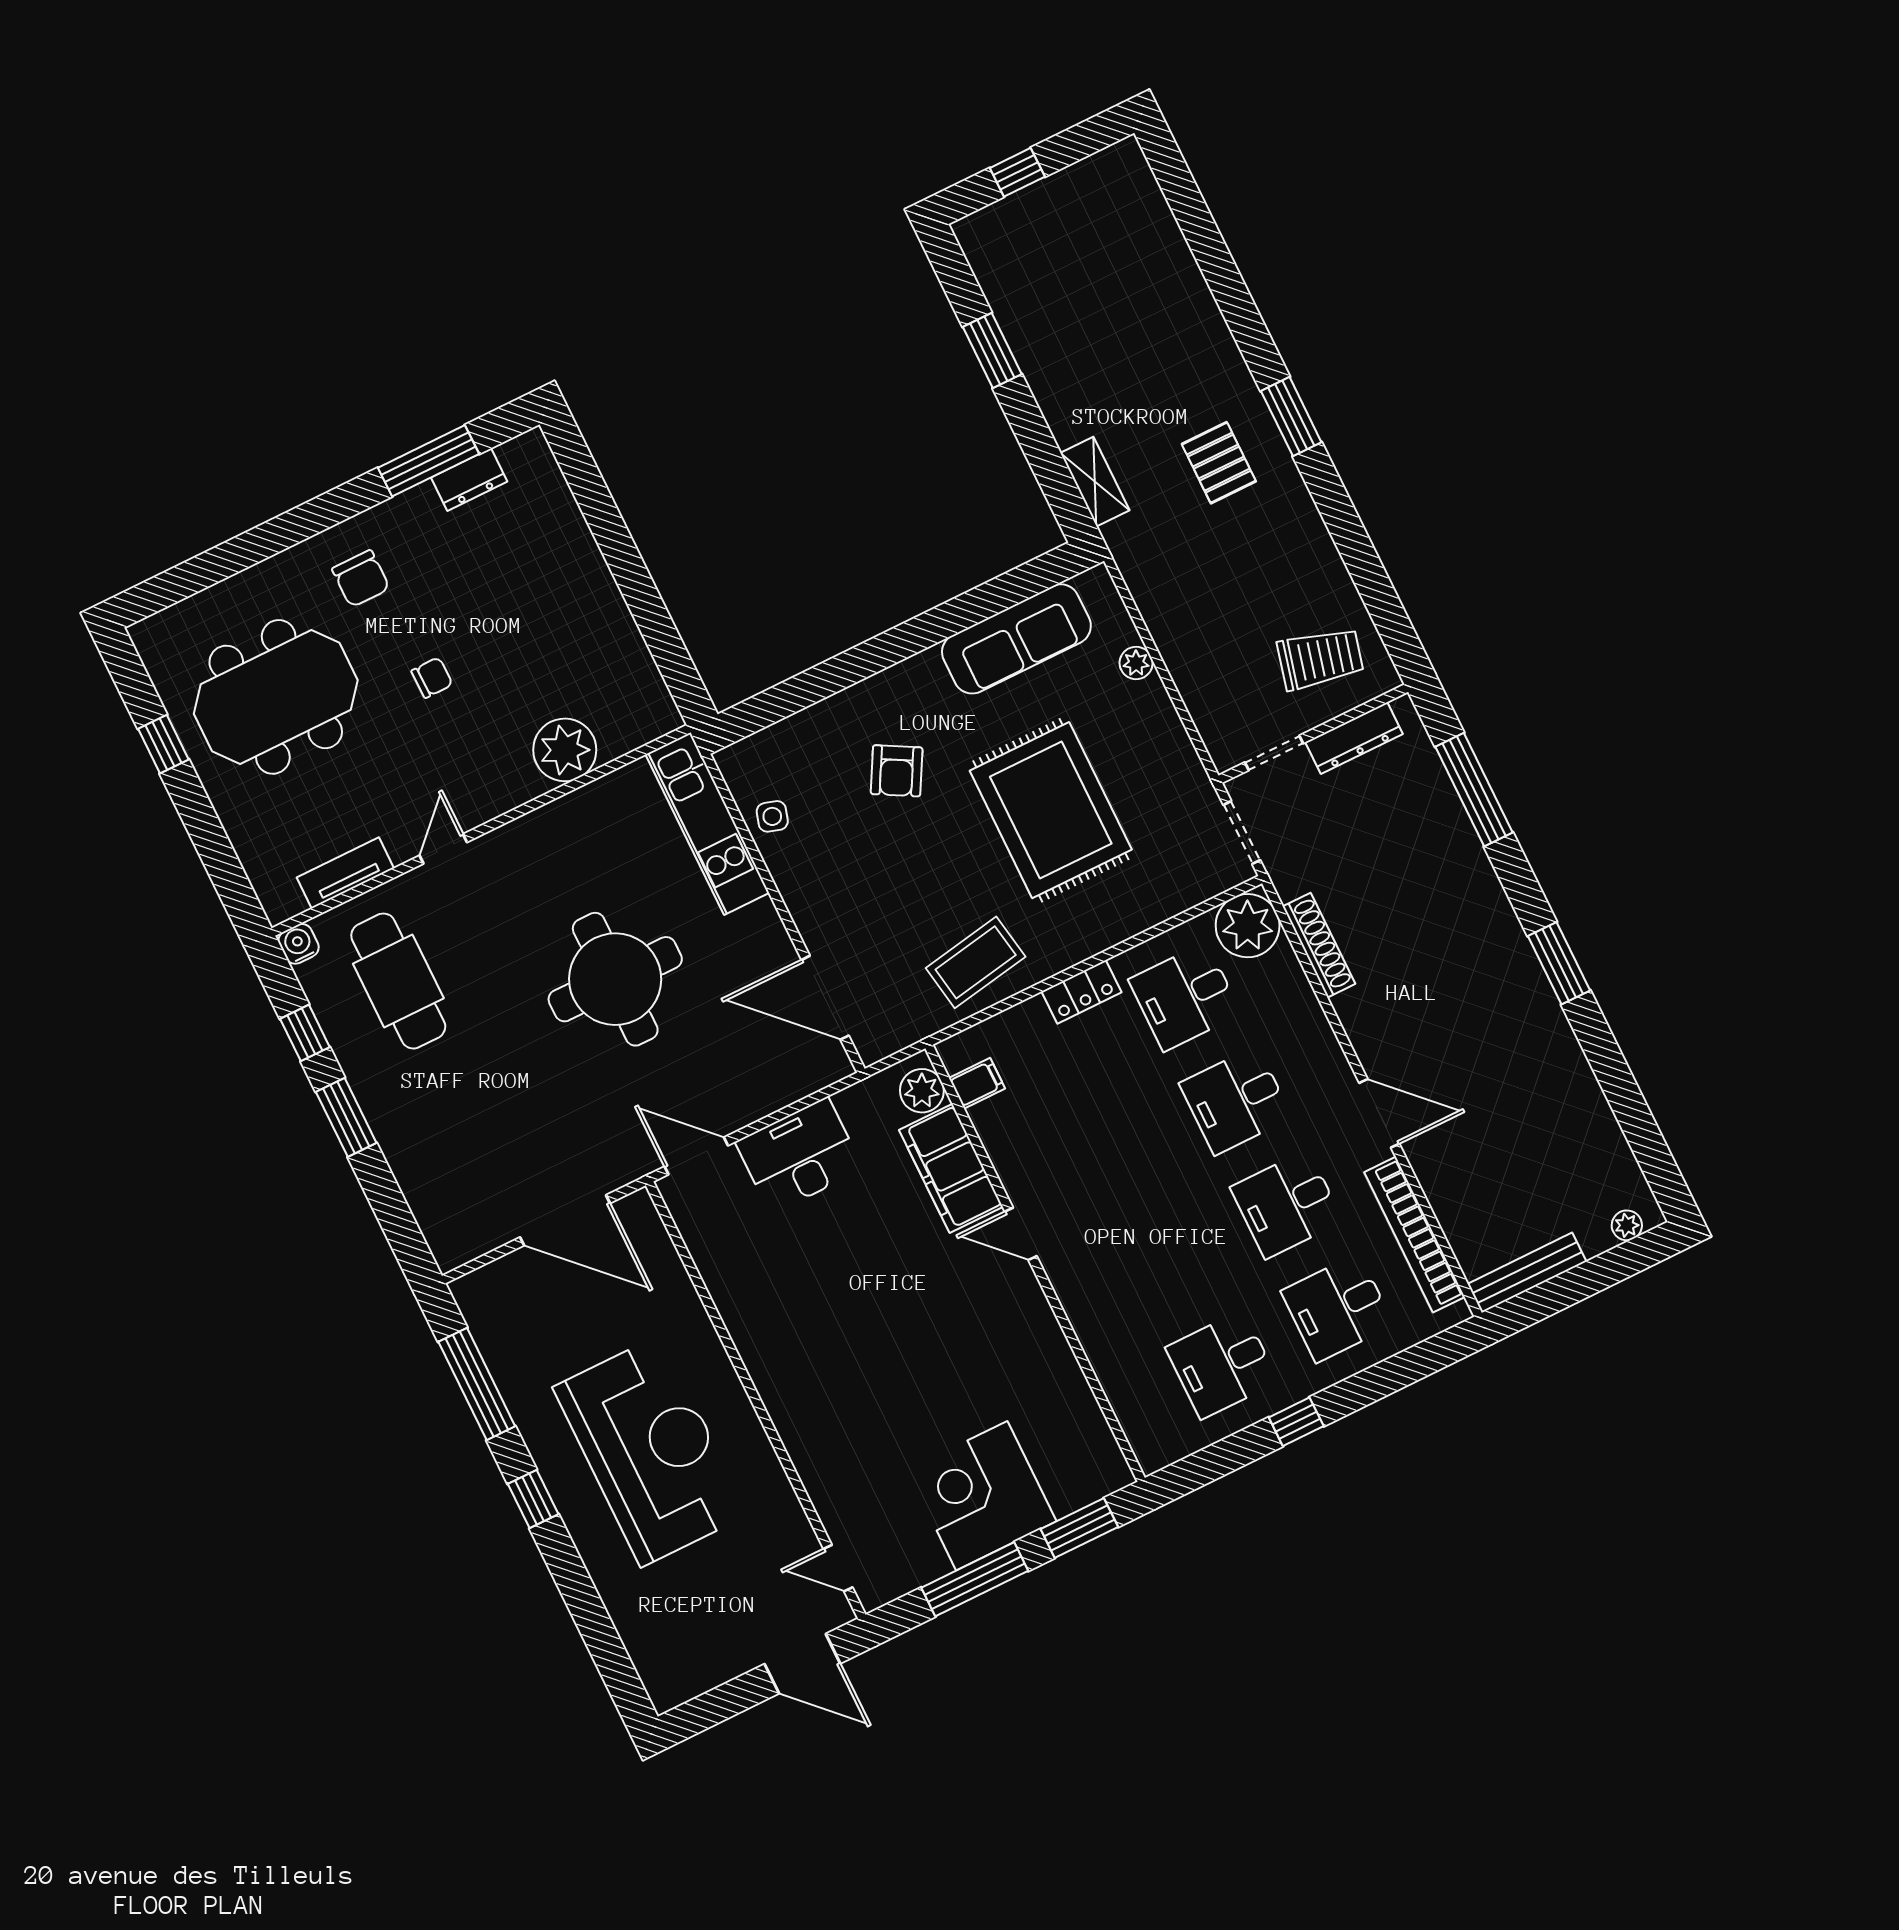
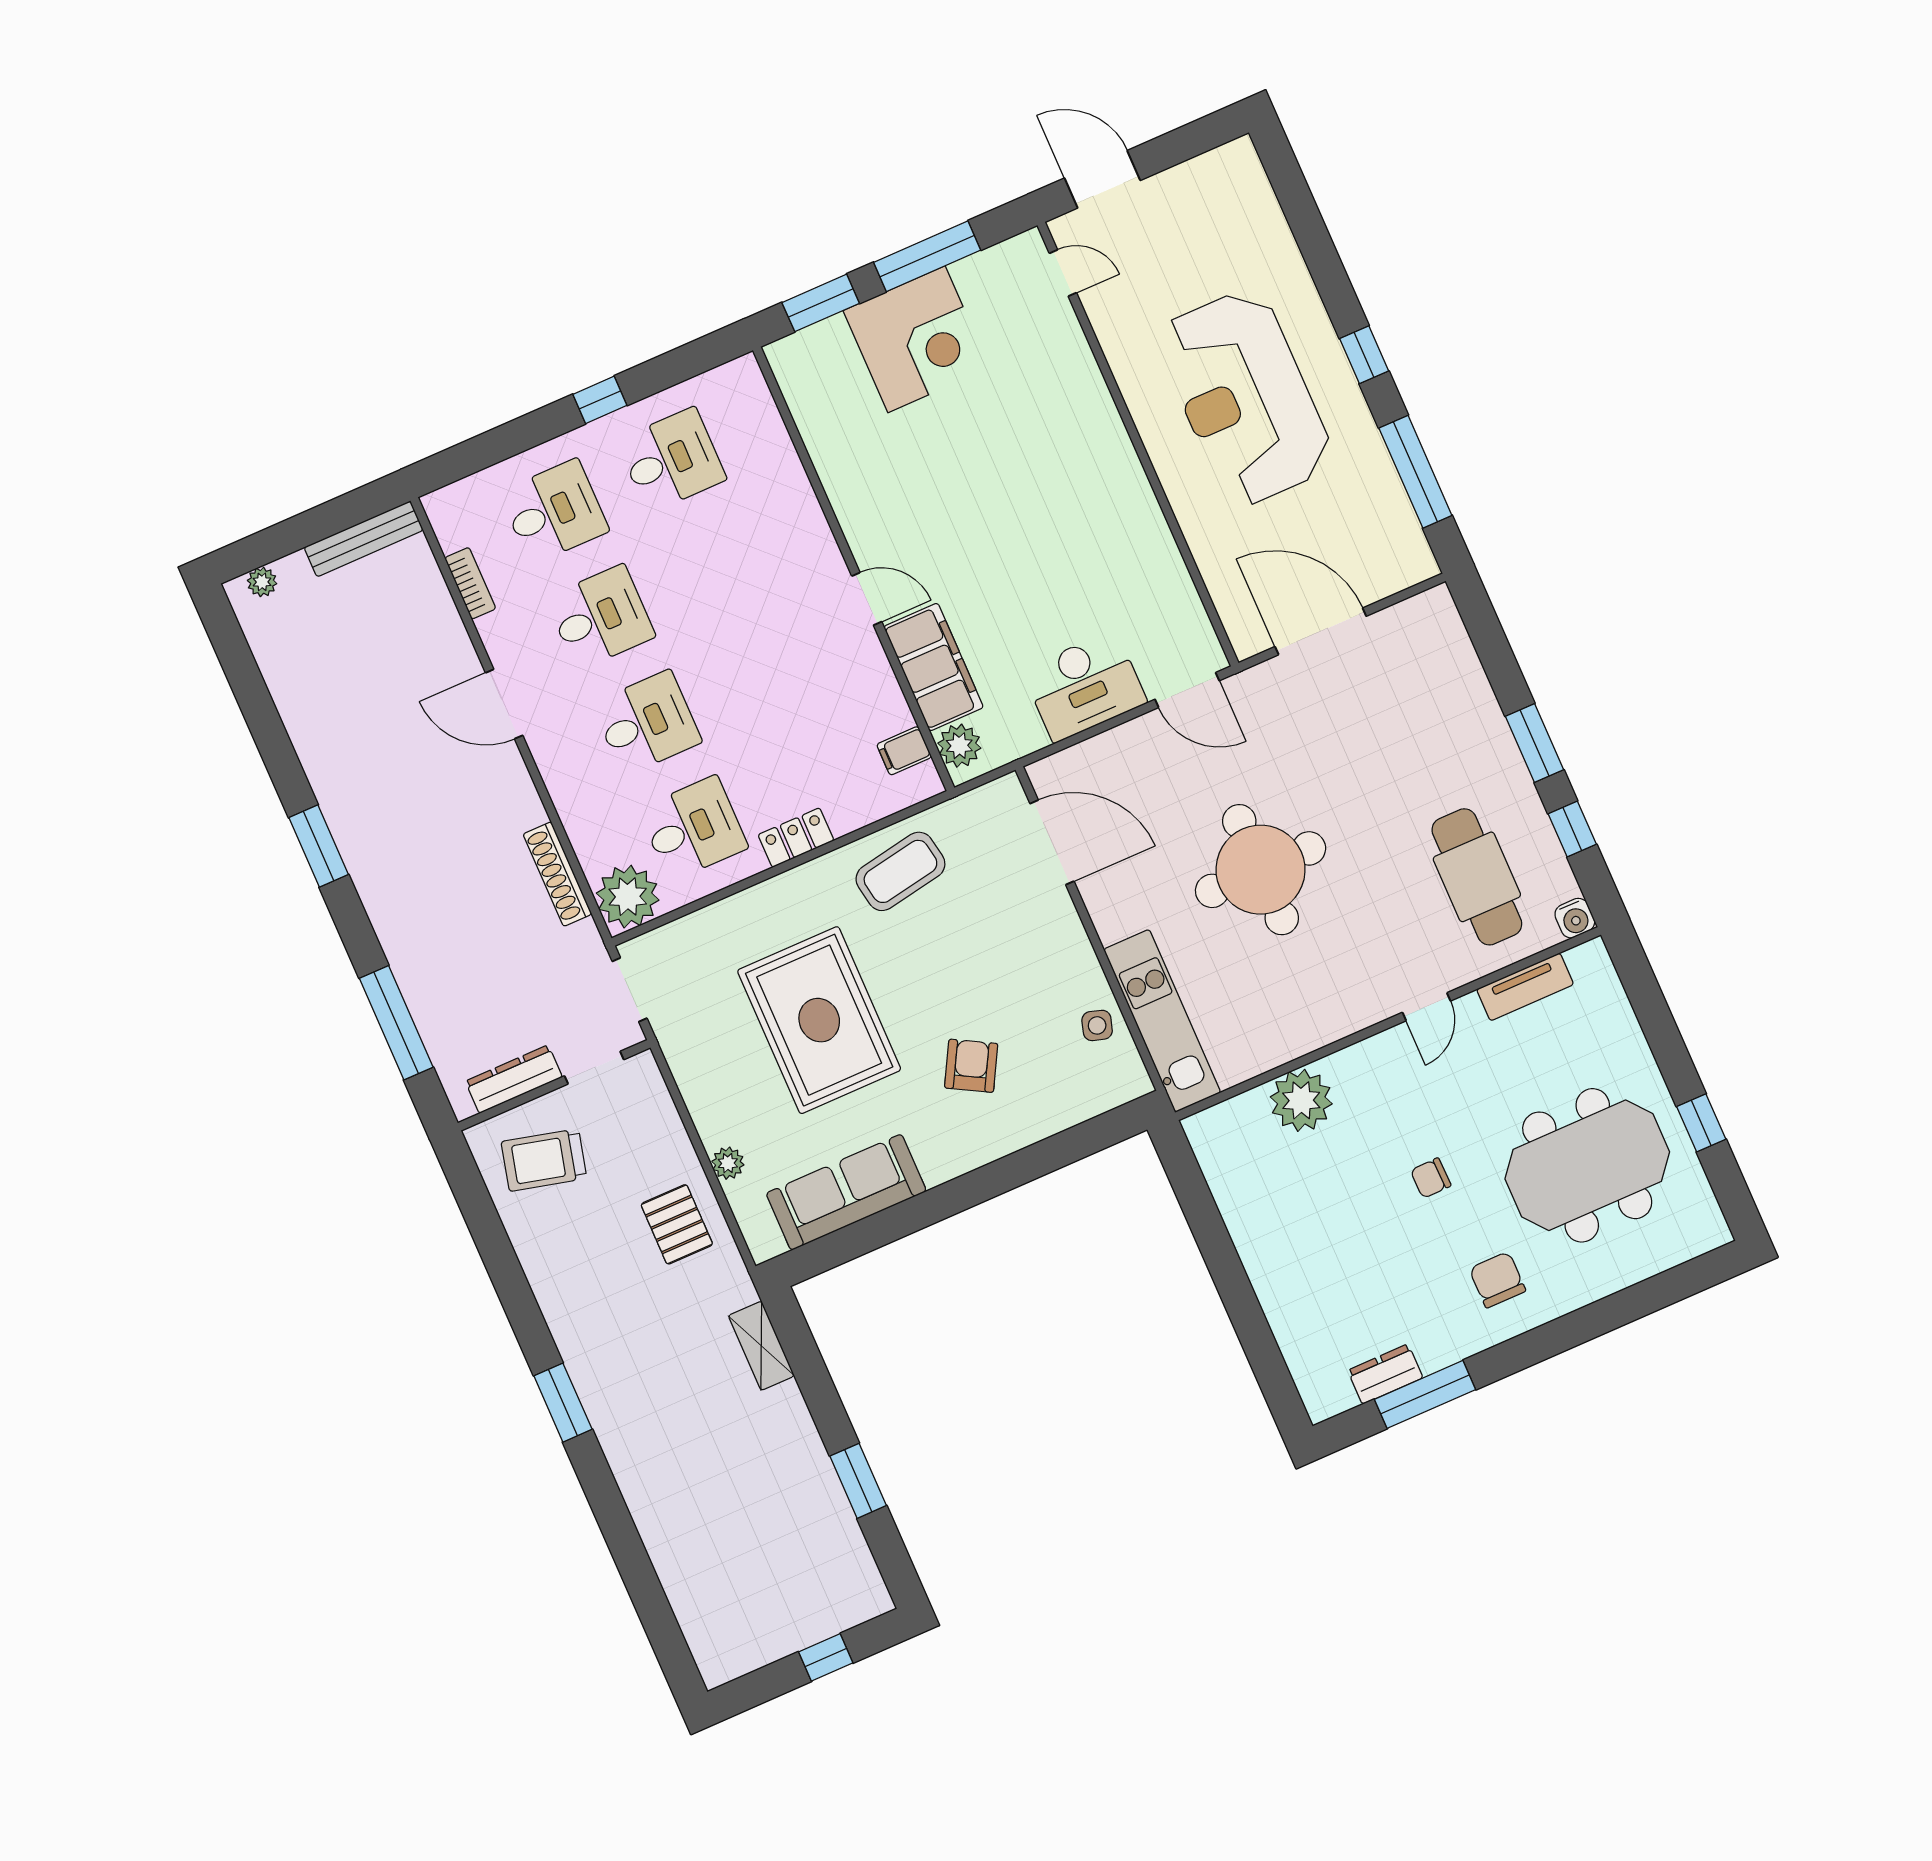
pallet: (1219, 463) -> (677, 1224), moved
bookcase: (1414, 1235) -> (470, 583), width x0.43, depth x0.76

